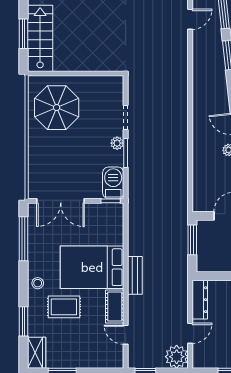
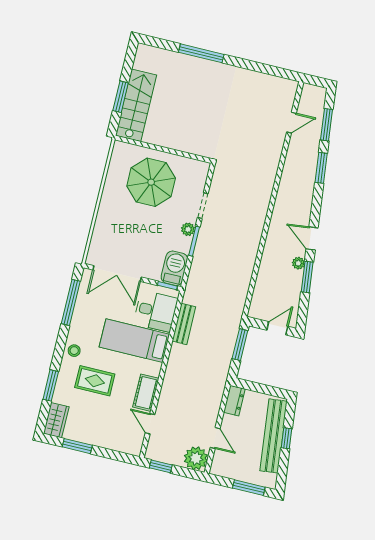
parasol: (57, 108) -> (151, 182), moved
desk: (105, 227) -> (156, 311), added
bed: (92, 267) -> (134, 341), width x0.67
bench: (135, 275) -> (184, 324), moved
dresser: (200, 300) -> (234, 401), width x0.70
door: (190, 333) -> (215, 438), hinge flipped

